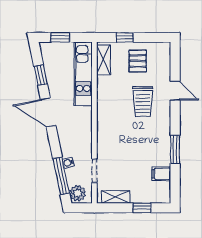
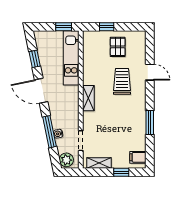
window: (60, 37) -> (64, 27), moved
shelving: (103, 60) -> (88, 98), moved
trolley: (143, 101) -> (122, 81), turned 180
filing cabinet: (161, 174) -> (138, 157), moved
window: (61, 176) -> (50, 132), moved

